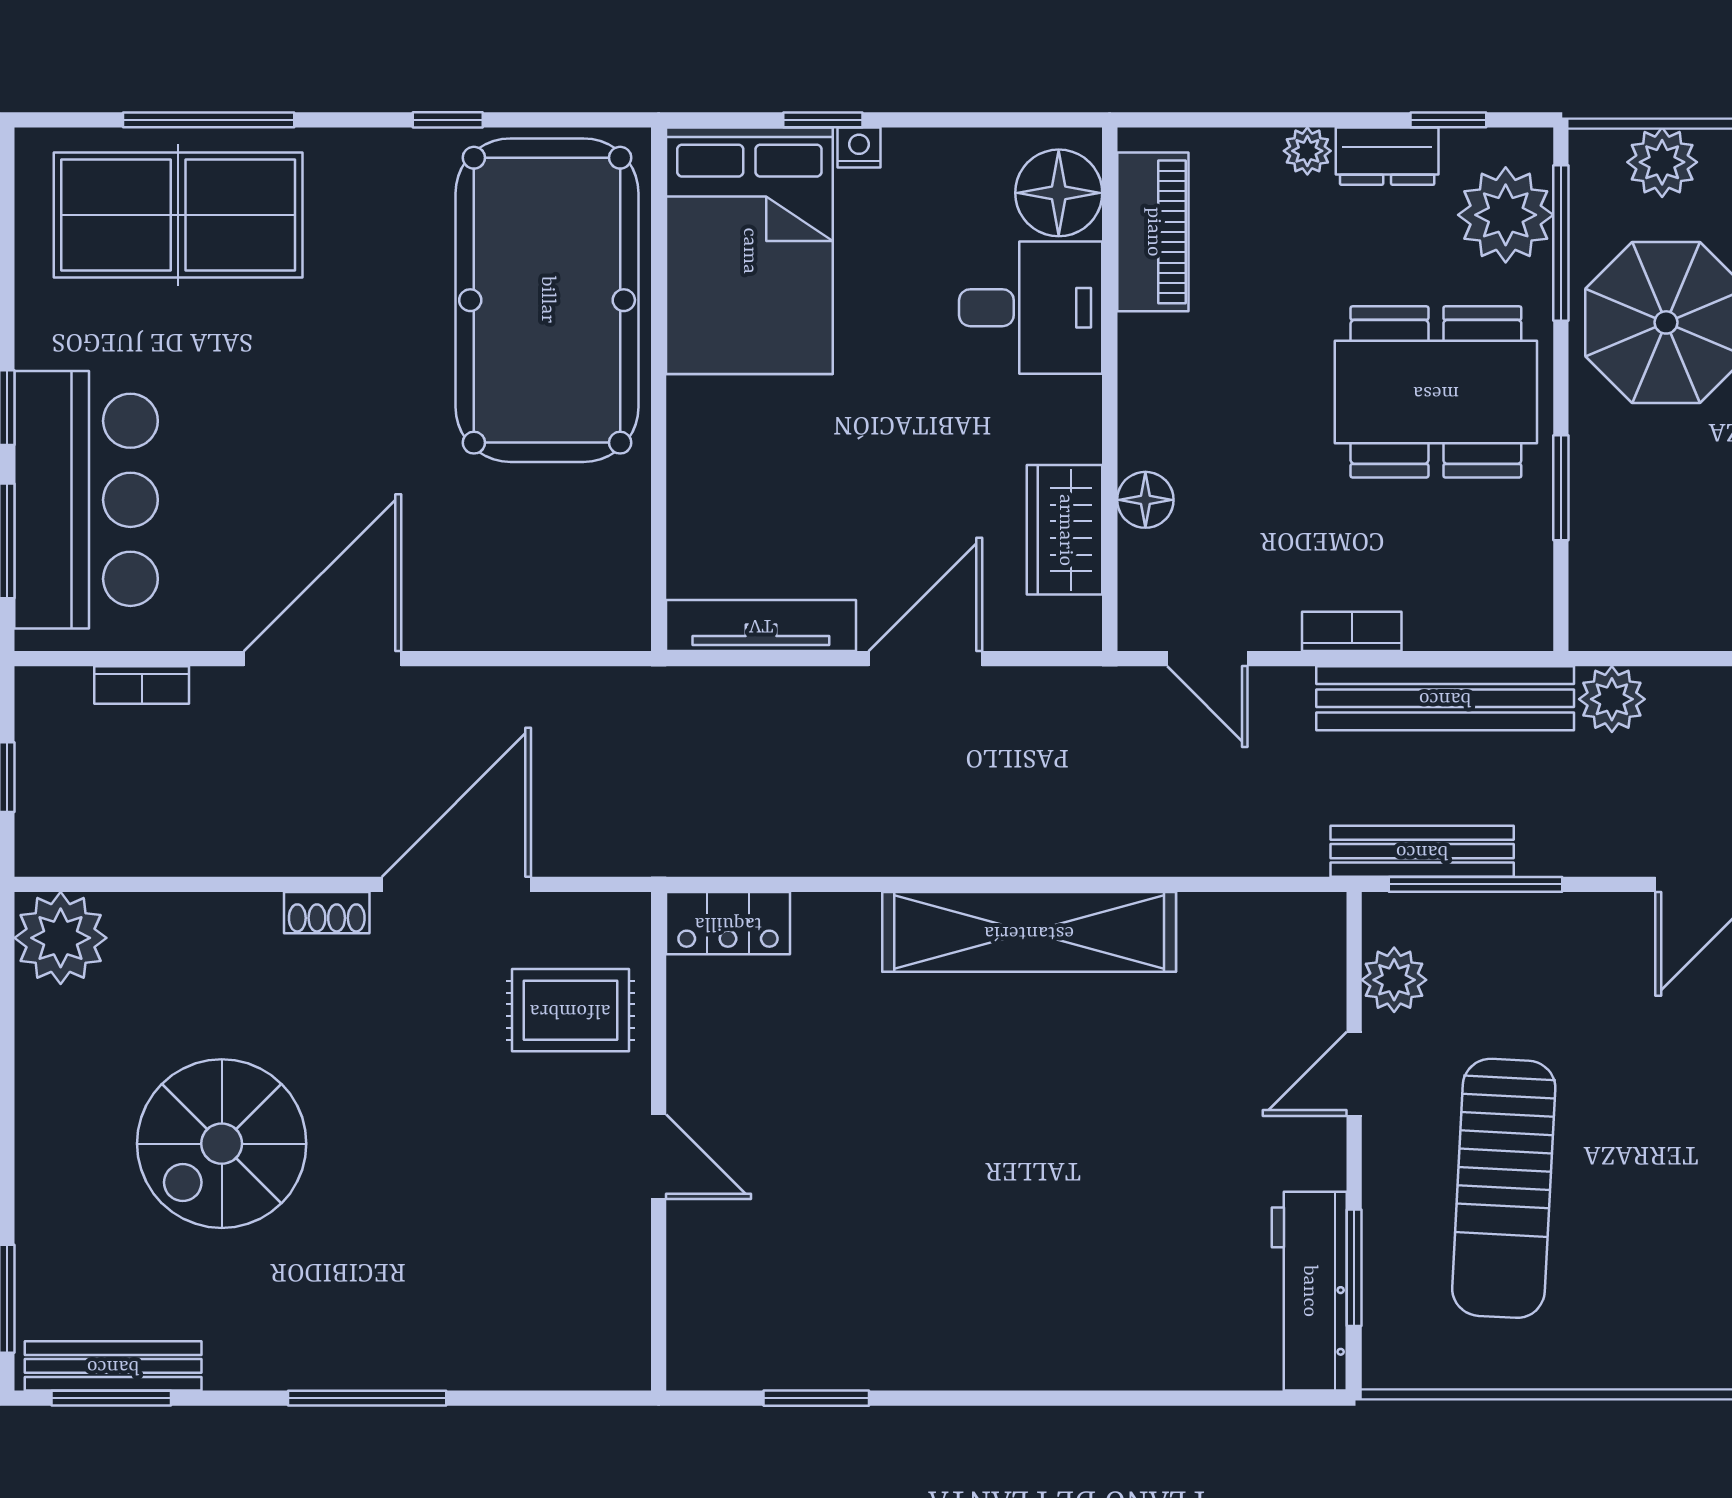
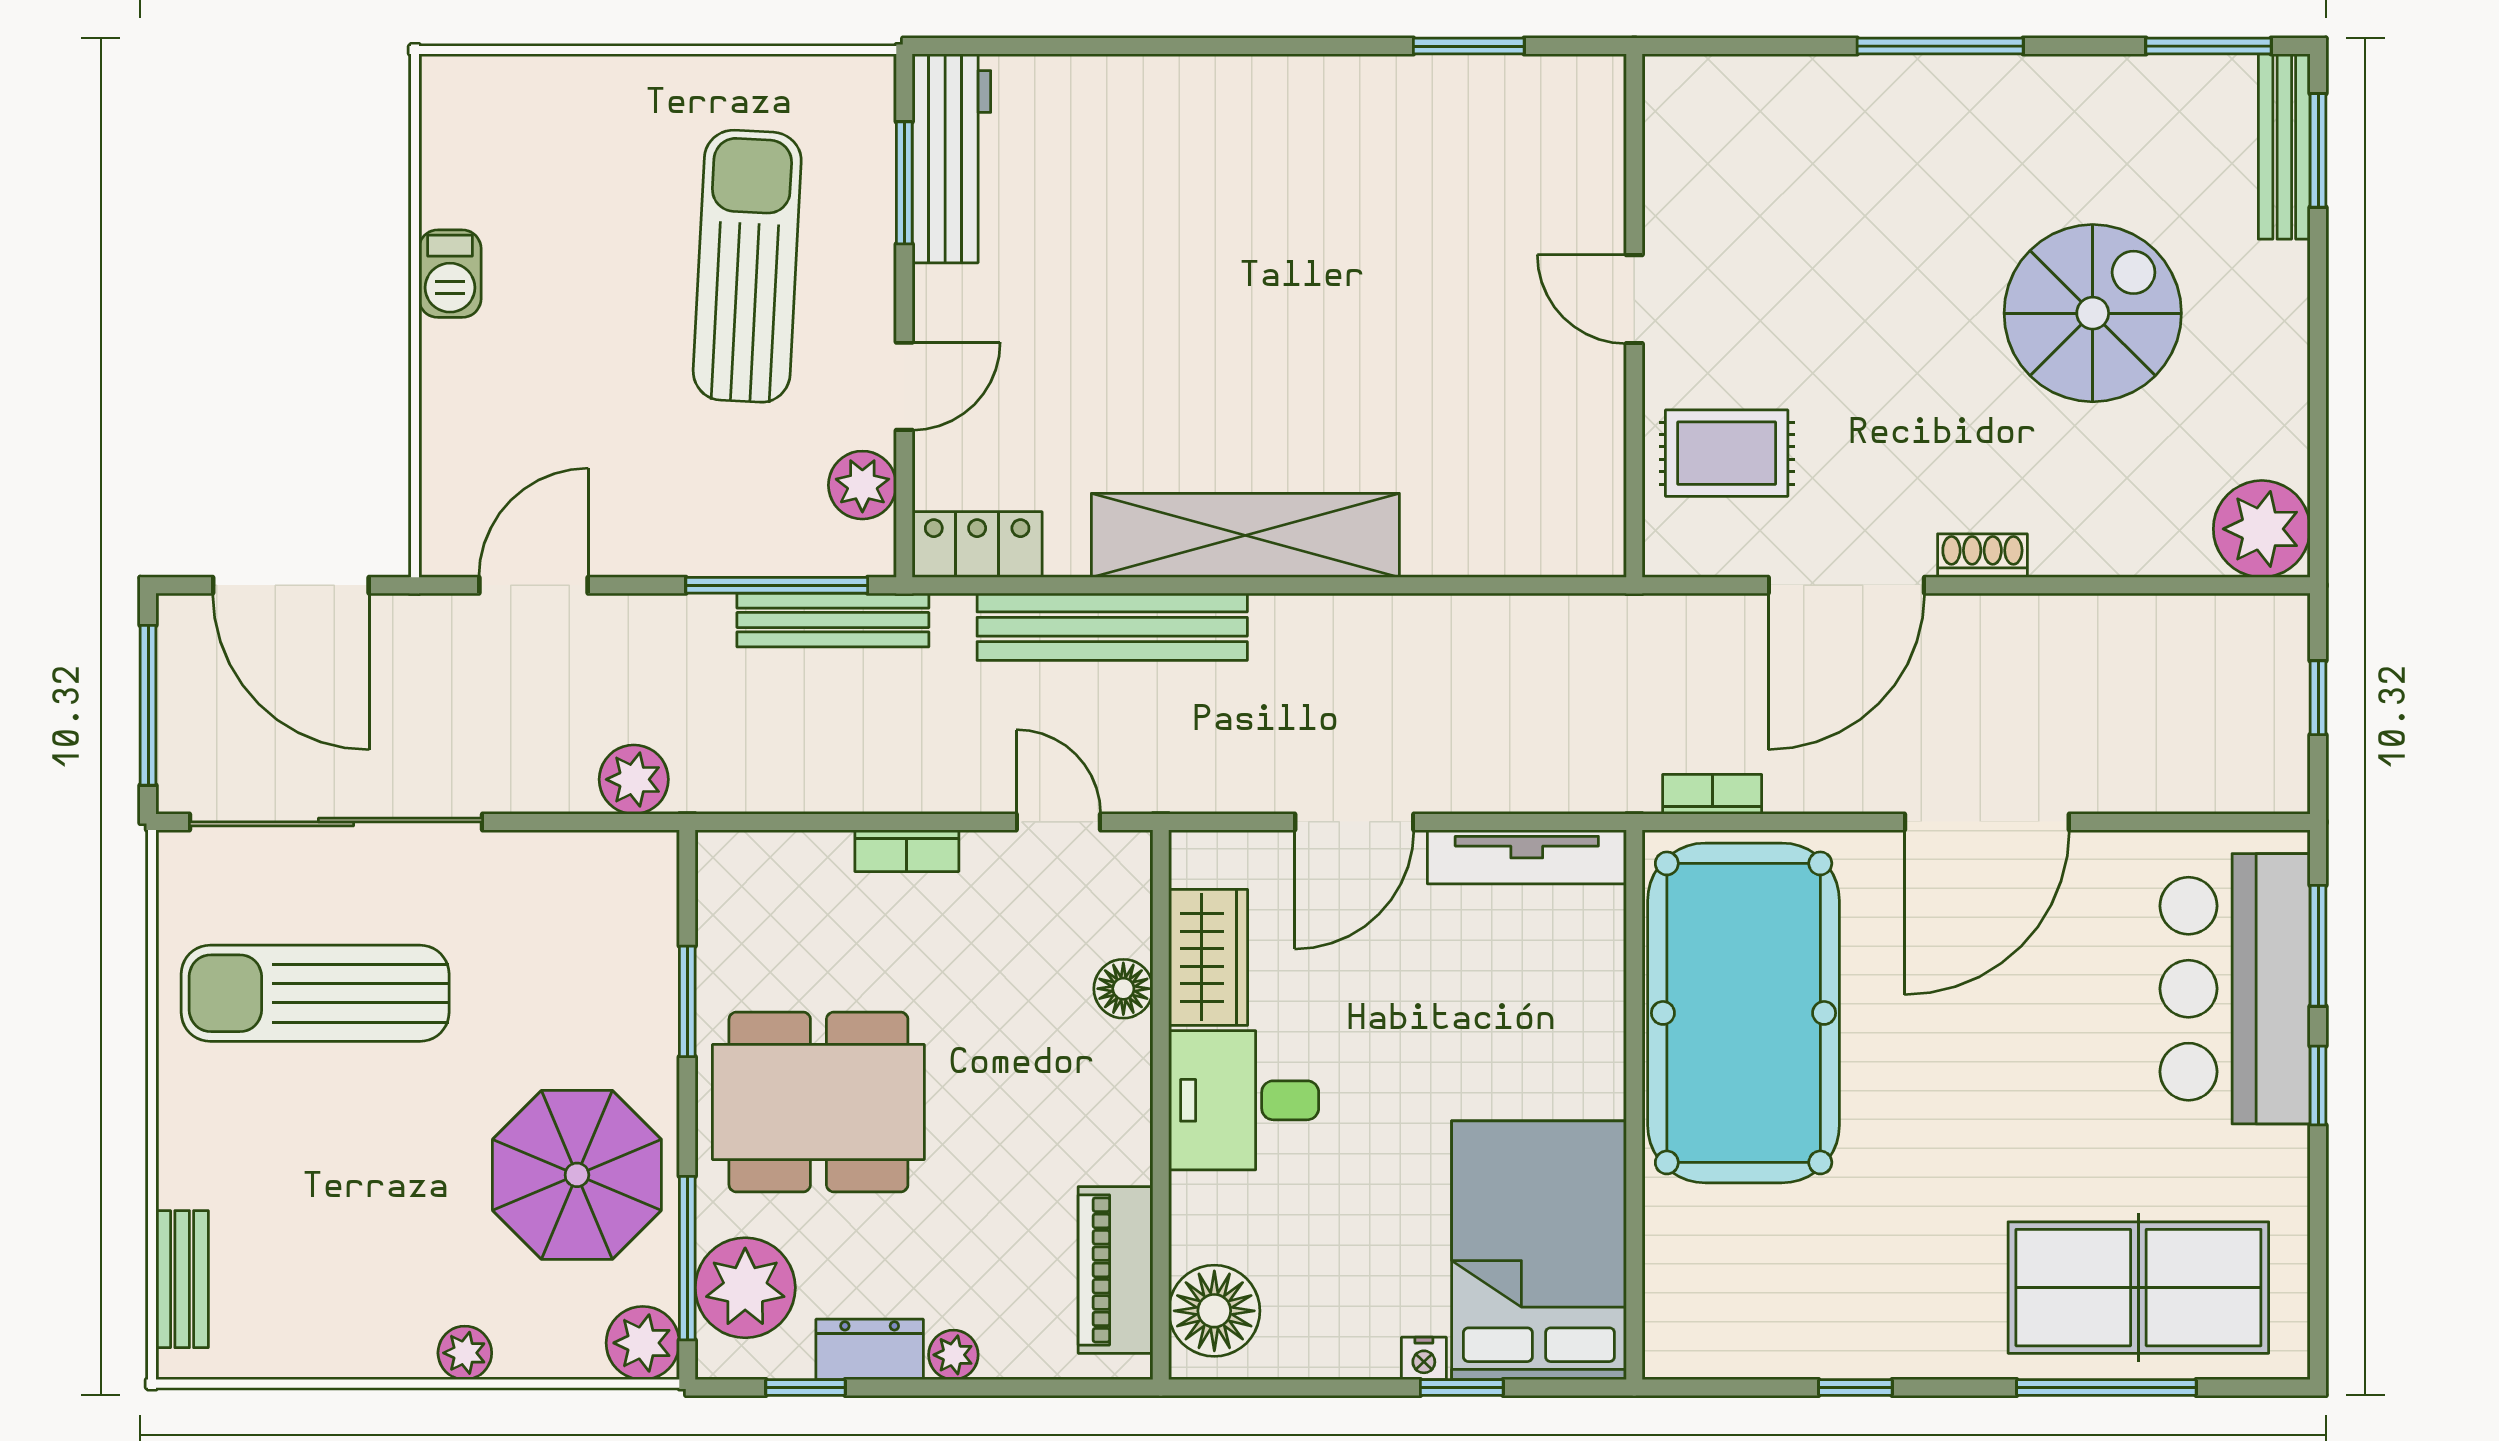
plant: (1662, 162) -> (643, 1343), moved
pool table: (547, 300) -> (1744, 1013), moved
desk: (1031, 308) -> (1244, 1100), moved
bookcase: (142, 685) -> (1712, 794), moved
bench: (1445, 698) -> (1112, 627), moved
locker: (728, 923) -> (977, 545), moved
bench: (113, 1366) -> (2284, 147), moved, turned 90

